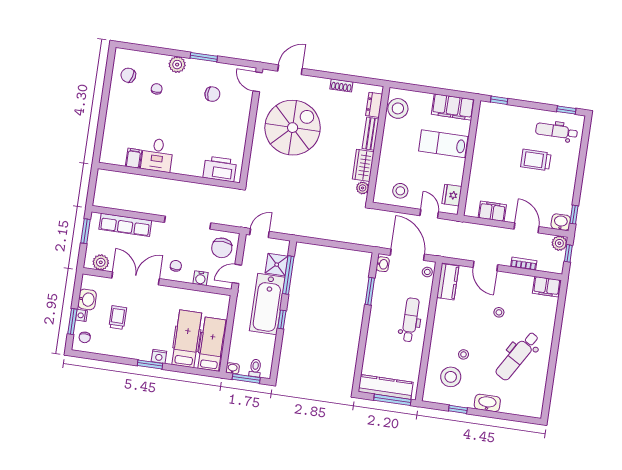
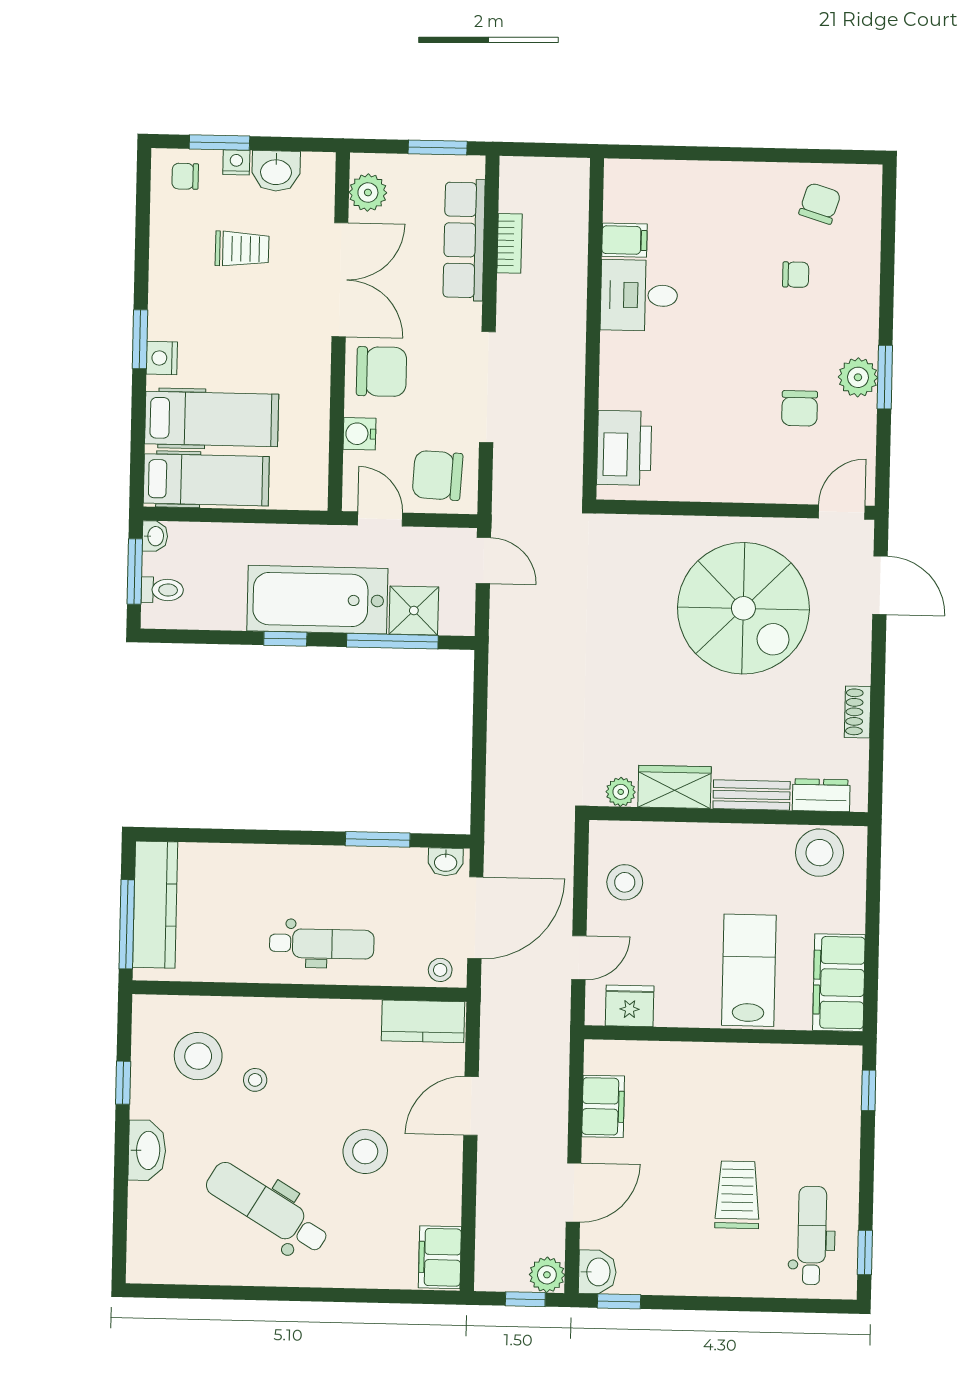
plant: (177, 65) -> (858, 377), moved
bookcase: (524, 264) -> (509, 243), moved
chair: (176, 266) -> (382, 372), width x1.87, depth x1.87
stool: (499, 312) -> (365, 1152), width x1.89, depth x1.89

